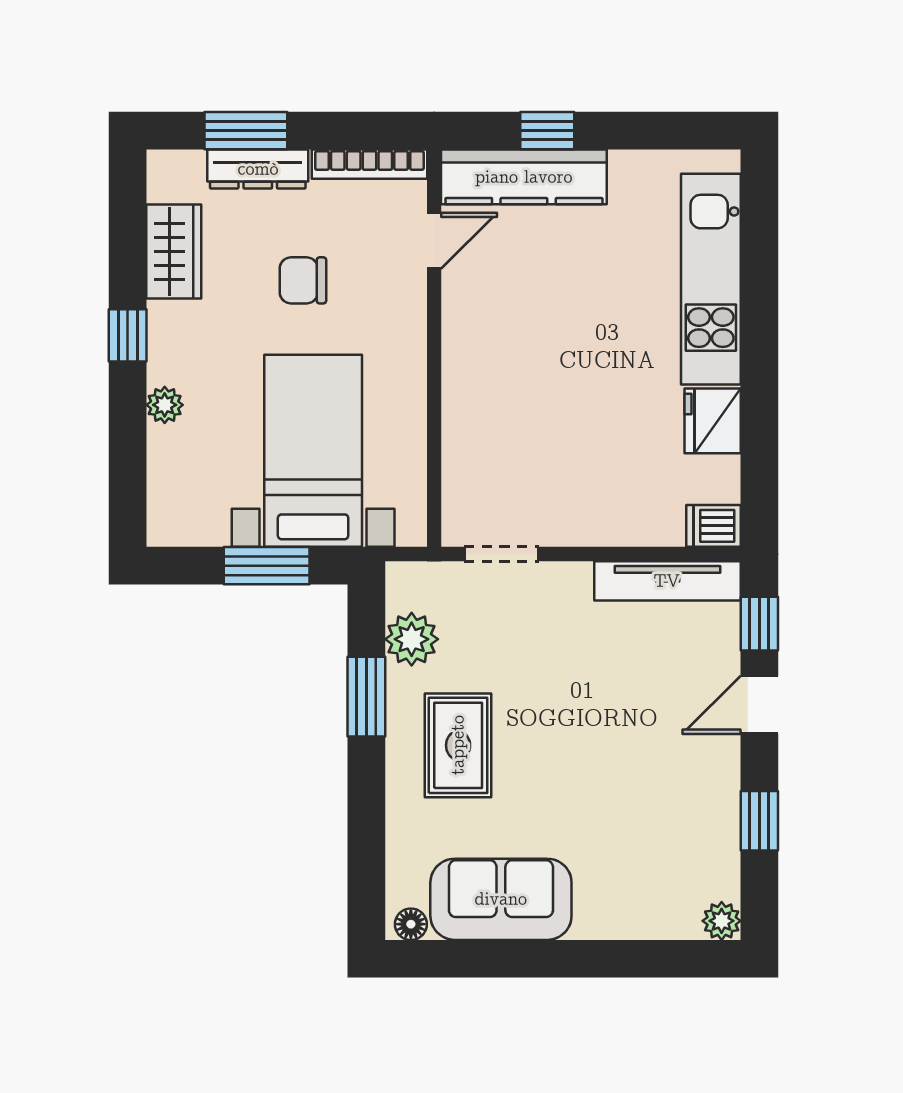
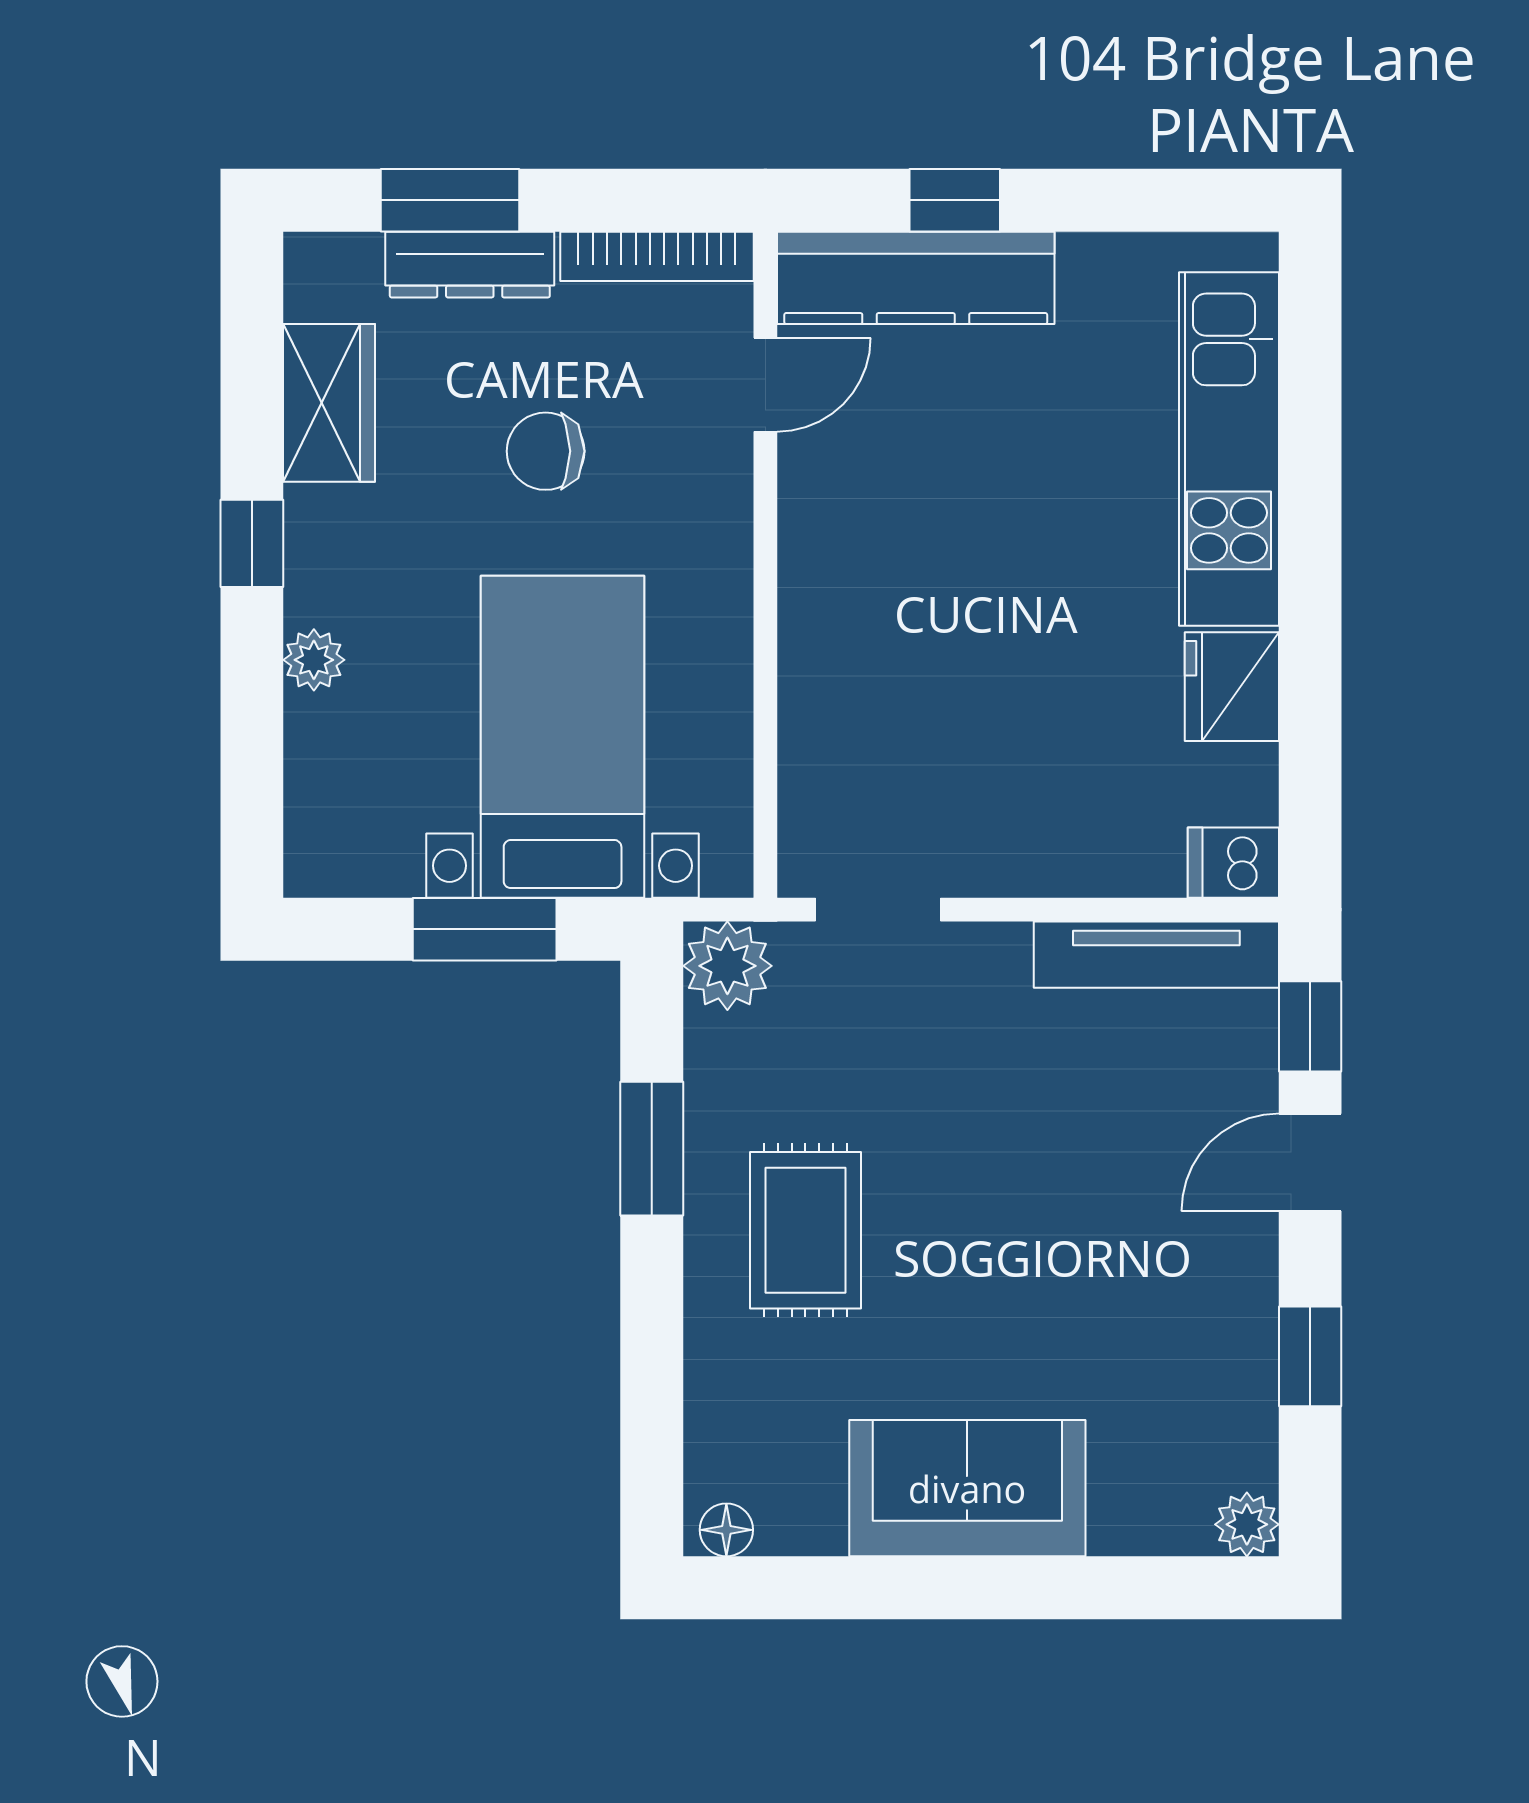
plant: (412, 639) -> (727, 966), moved
sofa: (501, 899) -> (967, 1488), moved

